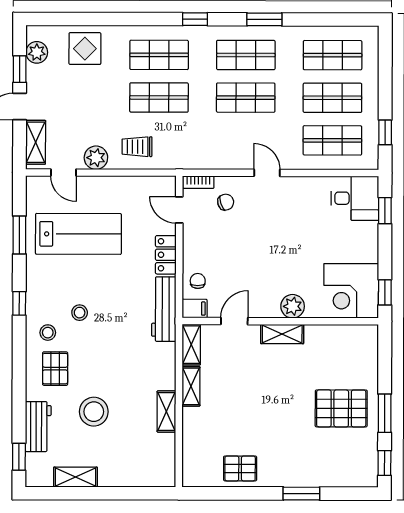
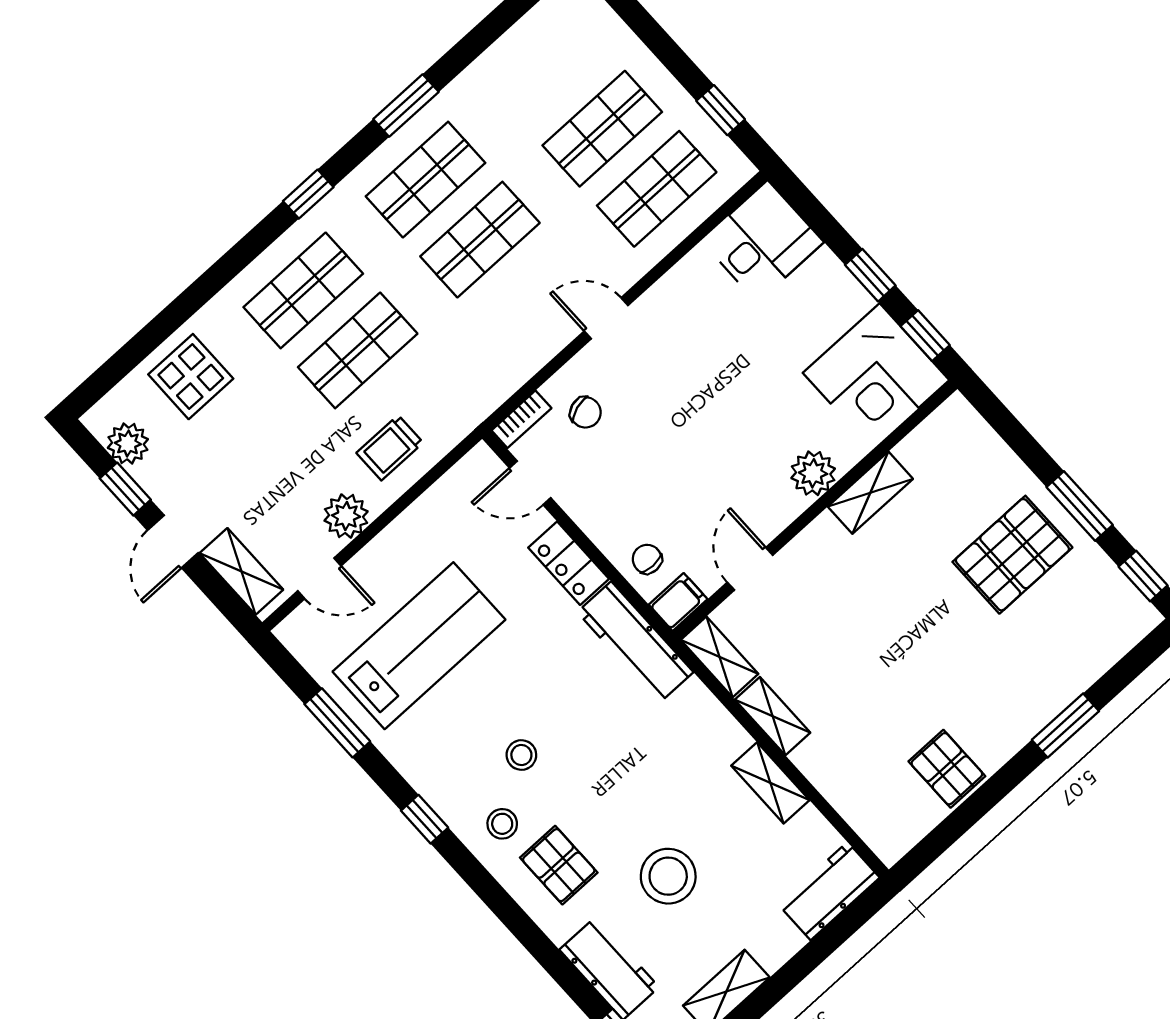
shop shelf: (333, 55) -> (548, 69), removed
chair: (226, 202) -> (586, 412), turned 90
window: (385, 211) -> (870, 275), moved
shelving: (282, 334) -> (870, 493), moved
pallet: (240, 468) -> (947, 769), turned 90
workbench: (151, 474) -> (829, 891), added

